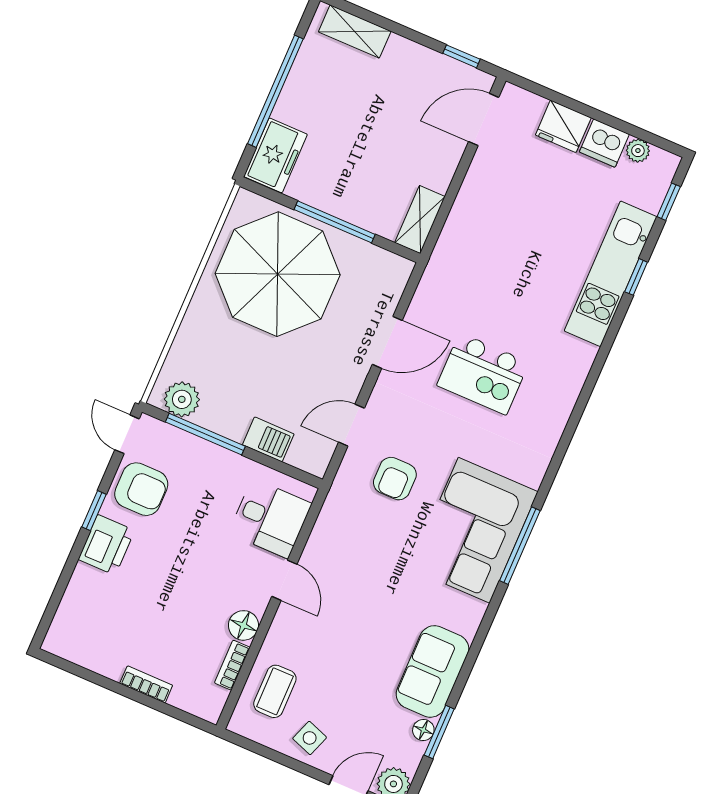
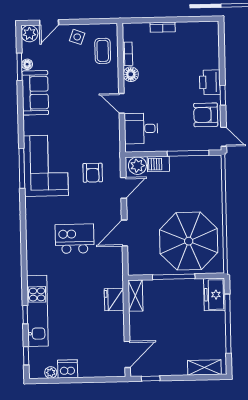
fridge: (563, 126) -> (114, 300), moved, turned -90
plant: (182, 399) -> (137, 166), moved
armchair: (395, 479) -> (93, 173), turned 180

